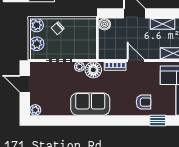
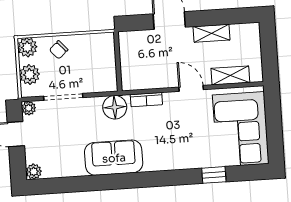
boiler: (105, 24) -> (127, 39), removed
door: (136, 61) -> (191, 88), moved
plant: (79, 67) -> (29, 108), moved
armchair: (144, 102) -> (192, 149), removed

